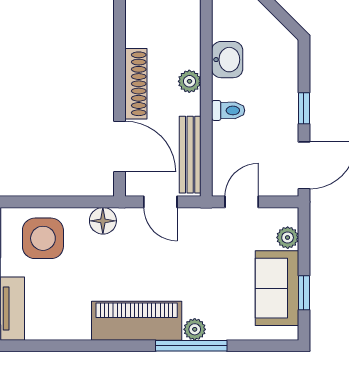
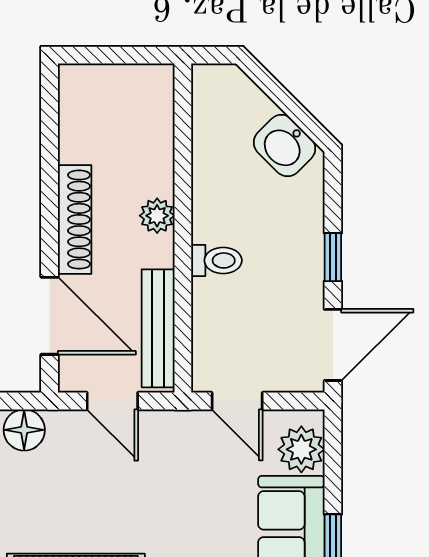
washbasin: (227, 60) -> (284, 146), moved, turned 135
door: (242, 202) -> (237, 401), swing flipped
plant: (288, 238) -> (301, 449), width x1.38, depth x1.38

